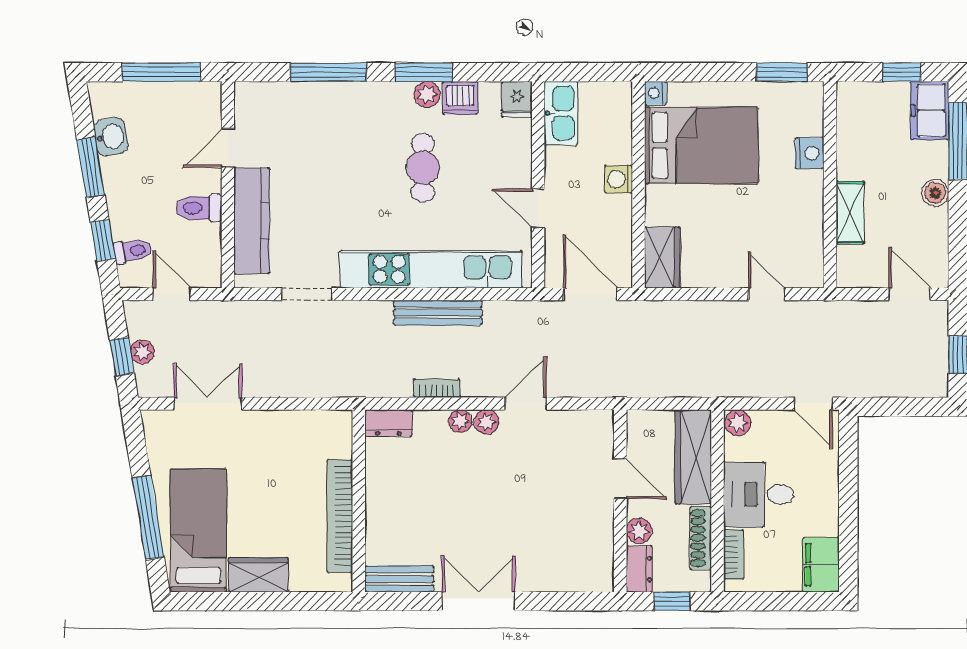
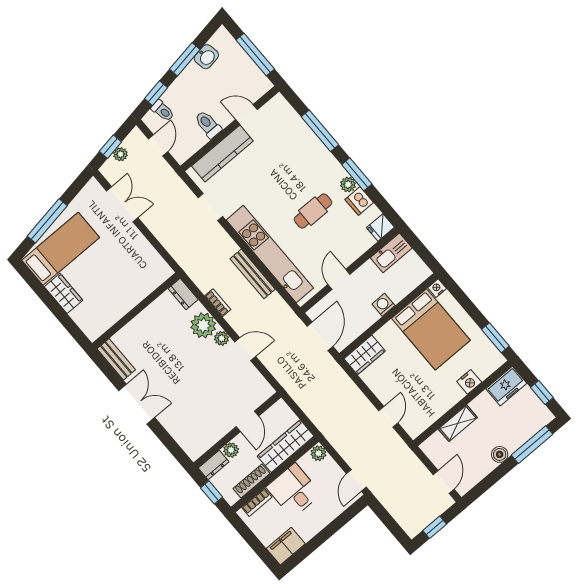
freezer: (930, 111) -> (506, 386), moved, turned 180
plant: (460, 421) -> (203, 325), width x1.87, depth x1.87
bookcase: (340, 516) -> (122, 308), removed

